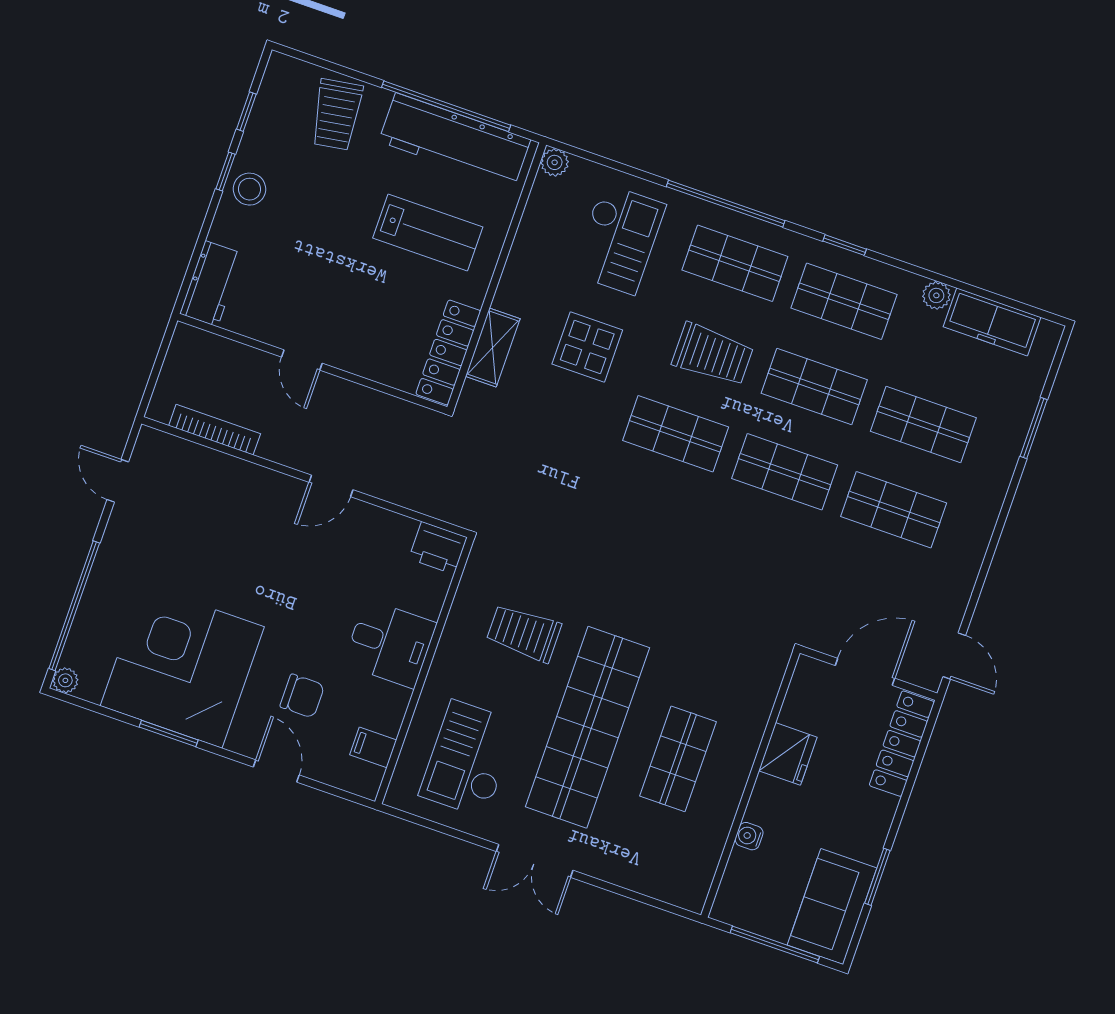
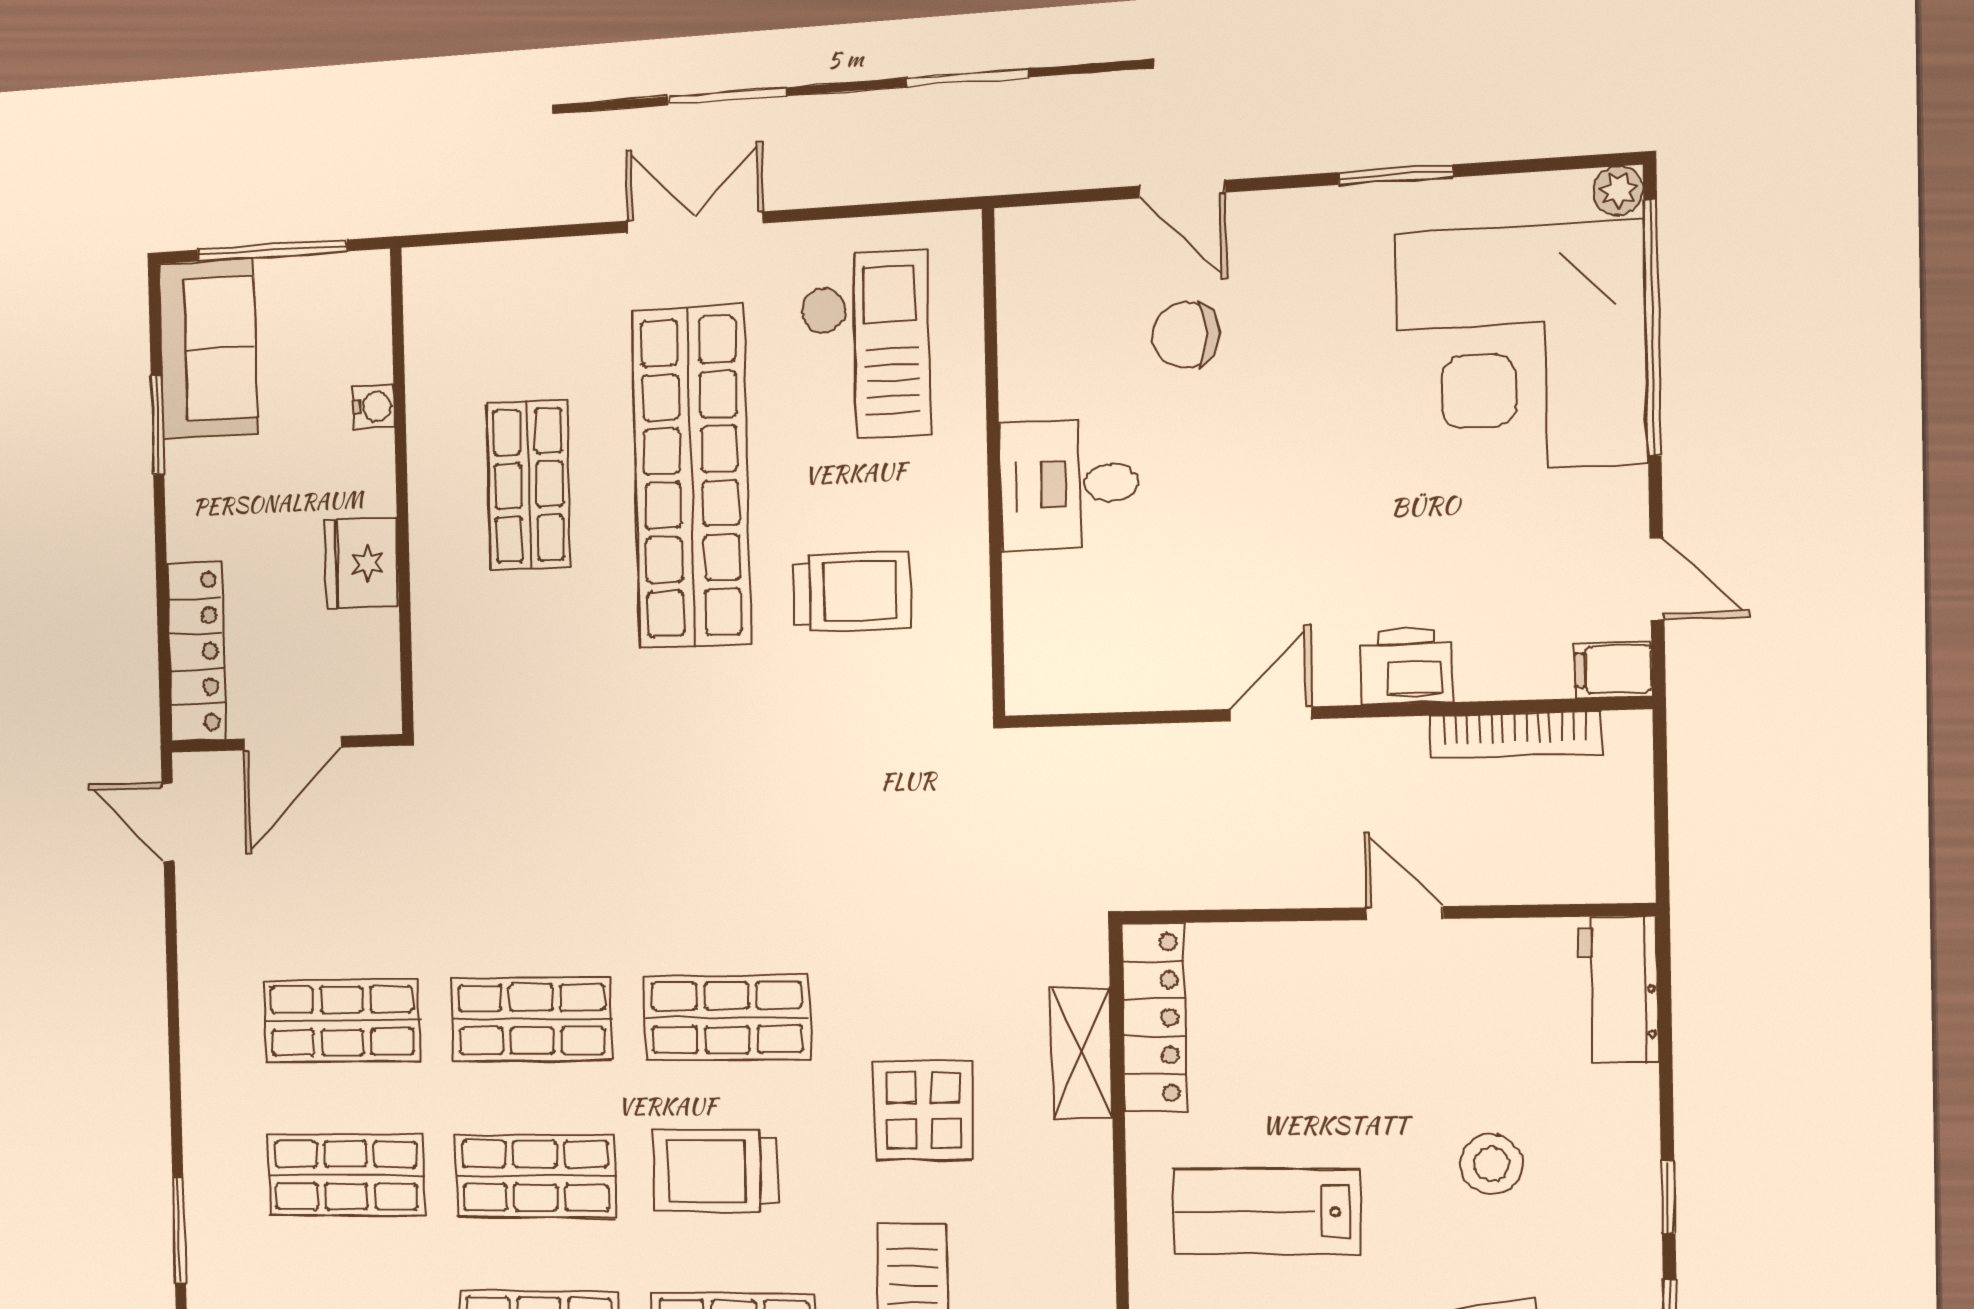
stool: (249, 189) -> (1491, 1164), moved
printer: (438, 548) -> (1407, 667), moved
corner desk: (182, 666) -> (1520, 348), moved, turned 90
filing cabinet: (373, 747) -> (1613, 669), moved, turned 180

